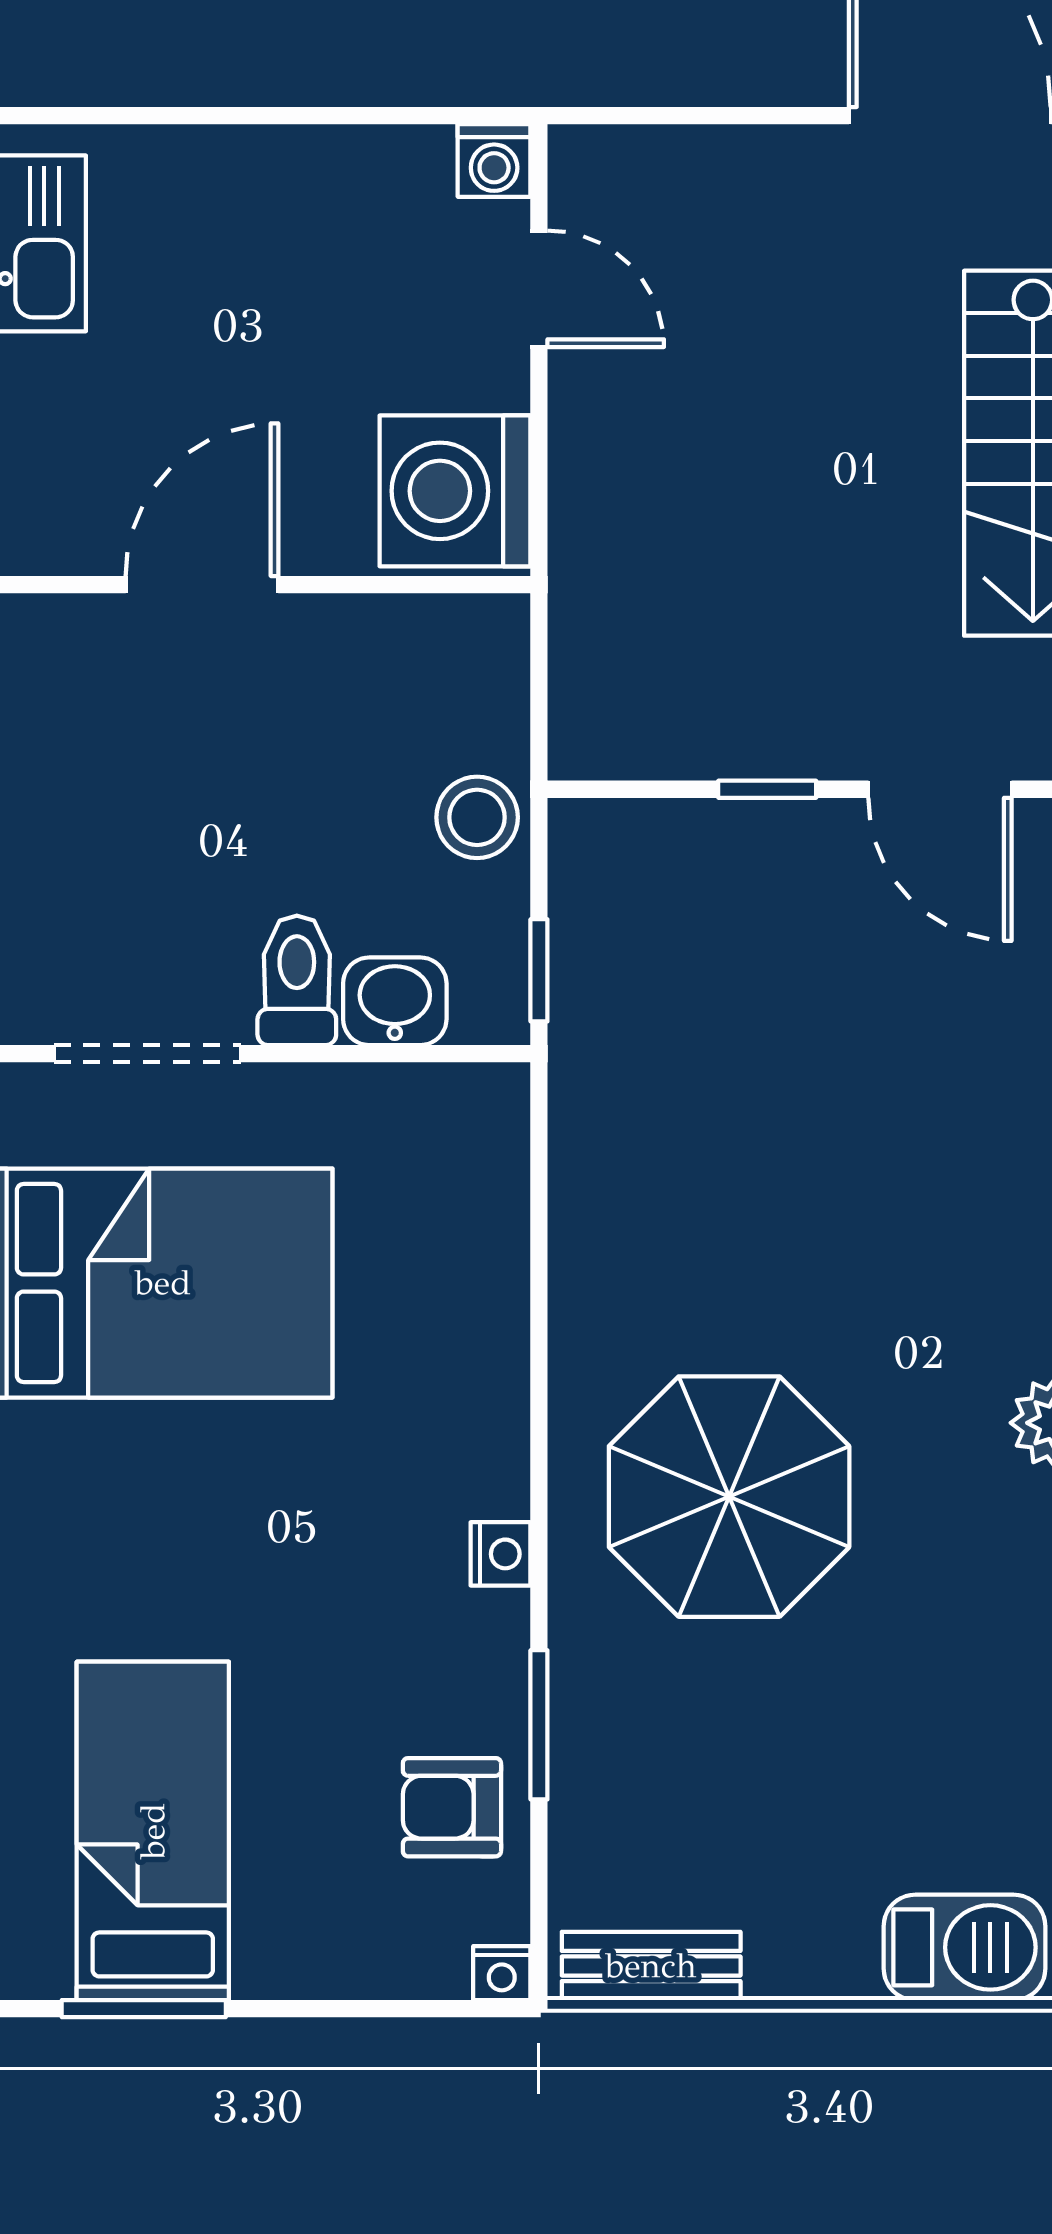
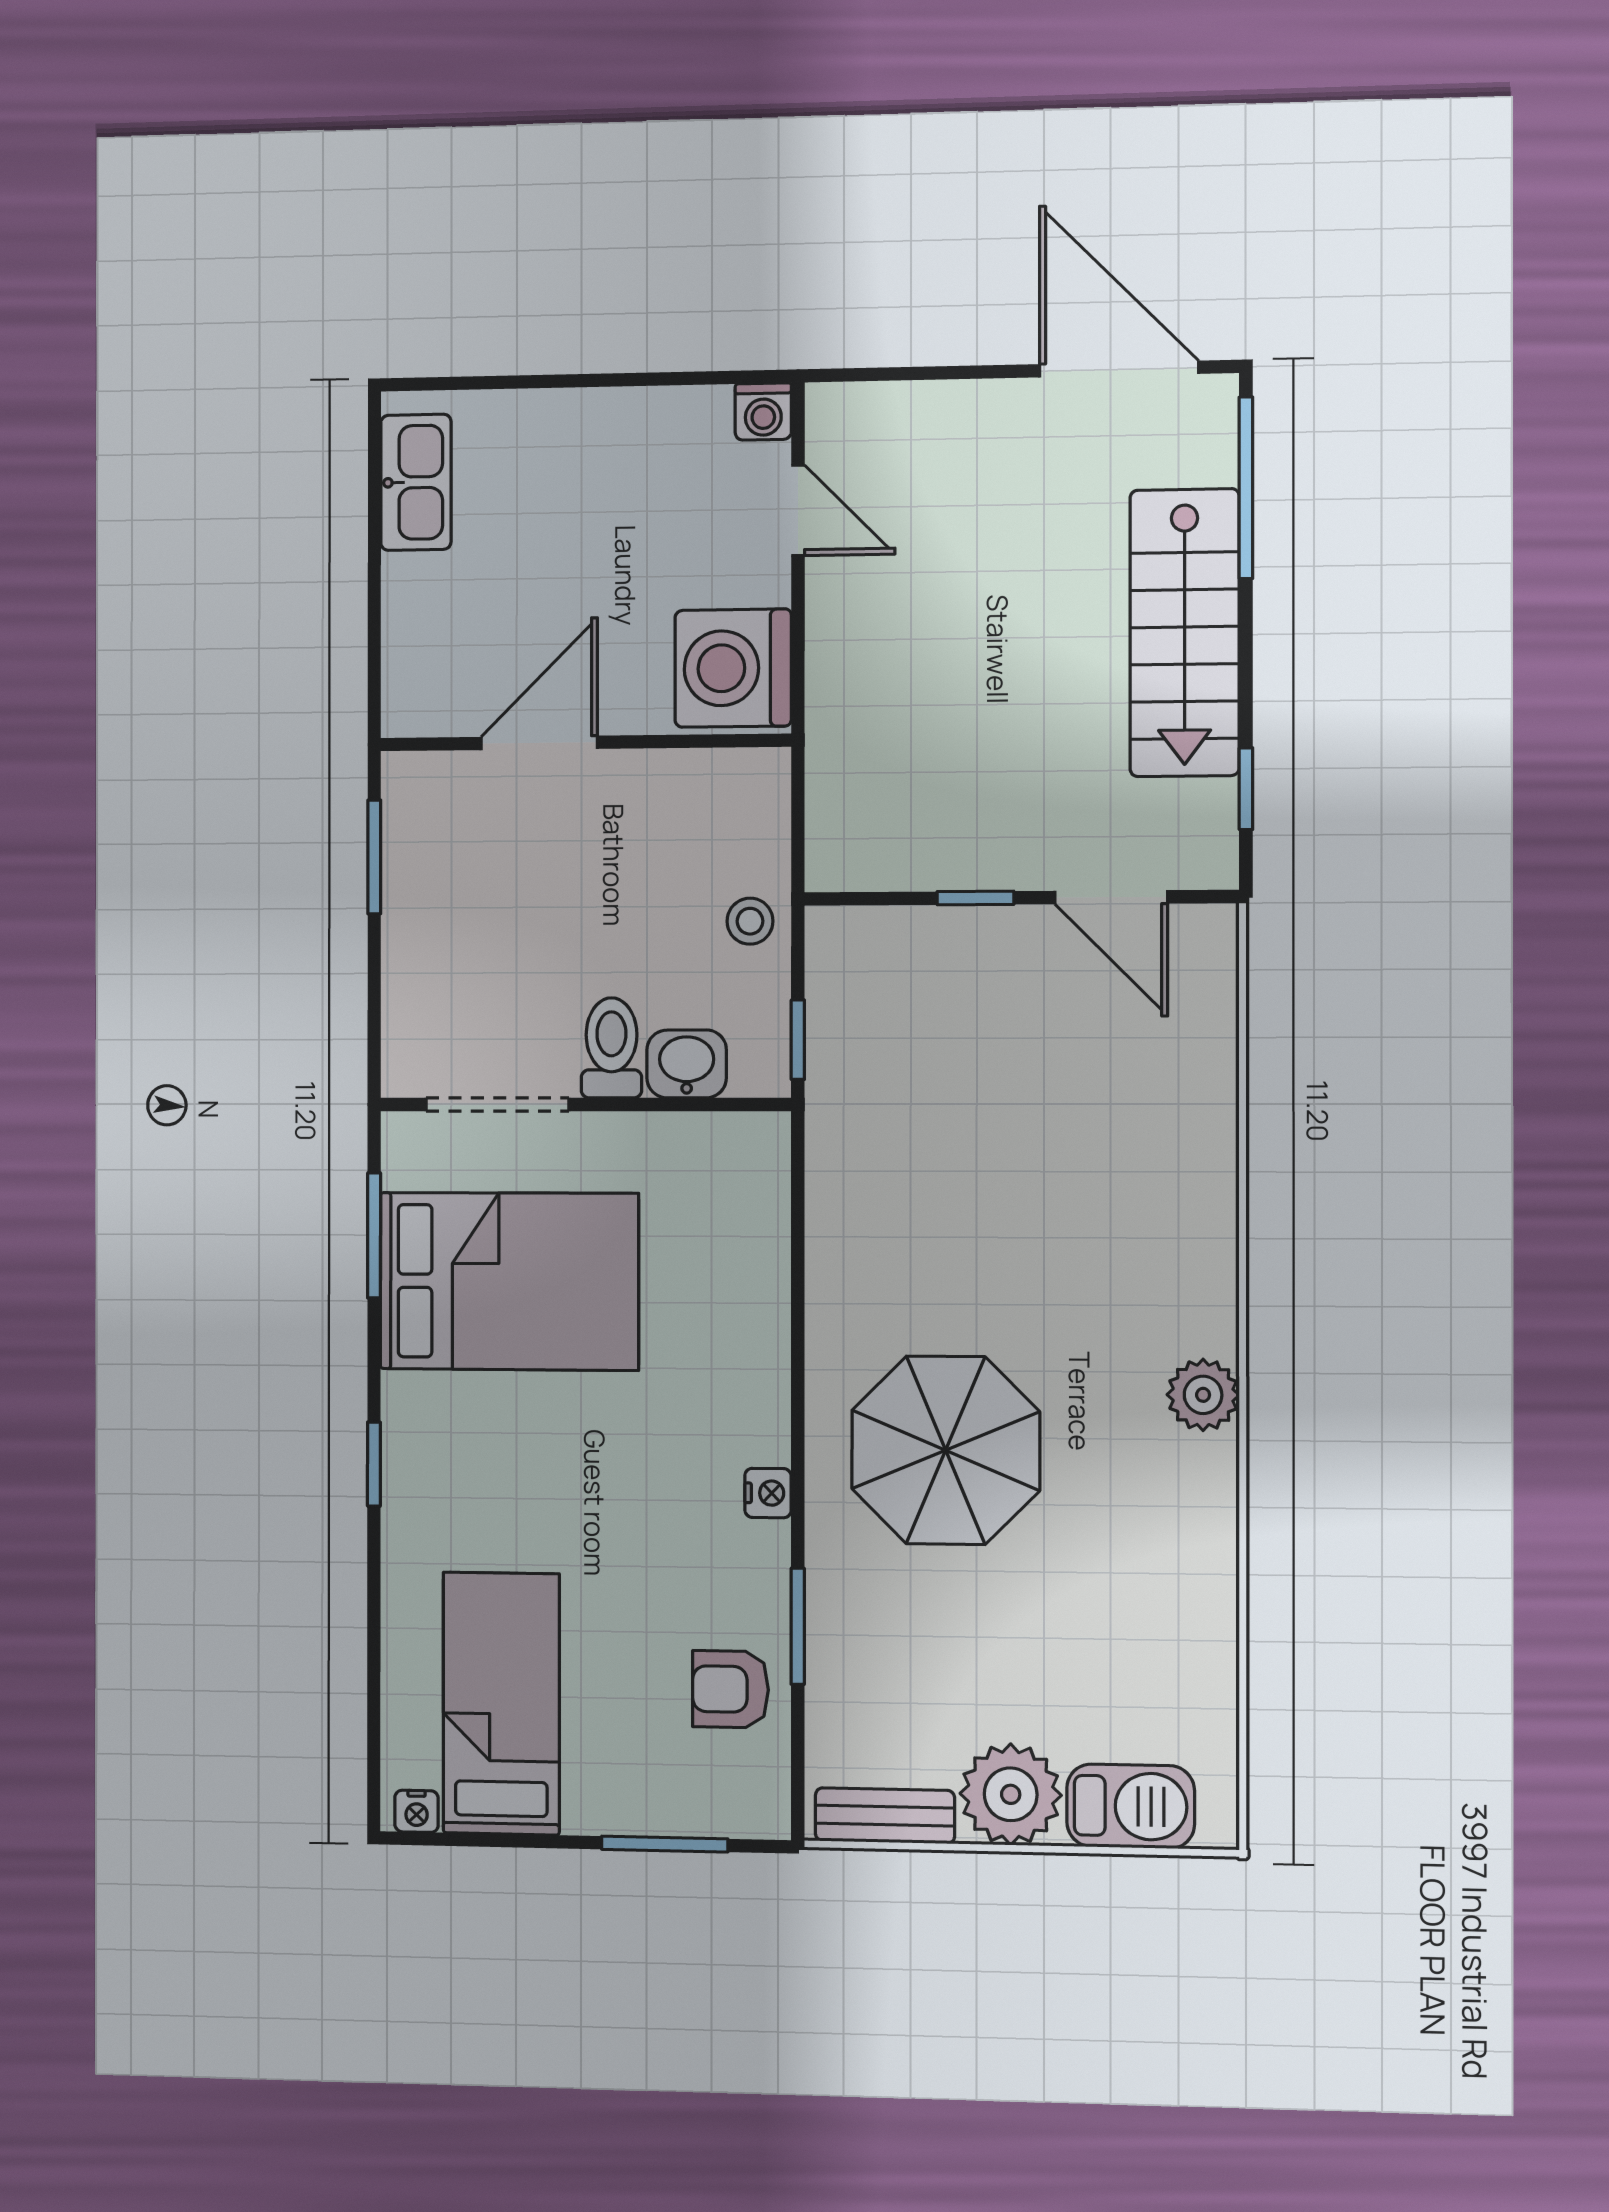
stool: (477, 817) -> (750, 921), width x0.73, depth x0.73
plant: (812, 1935) -> (1011, 1794), added
nightstand: (502, 1973) -> (417, 1811), moved
window: (144, 2009) -> (665, 1844), moved

